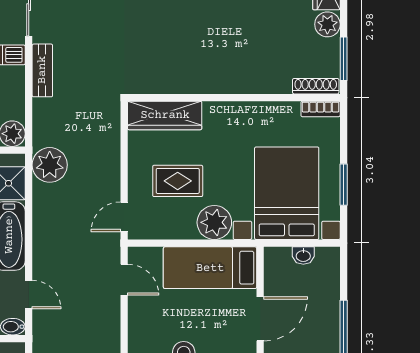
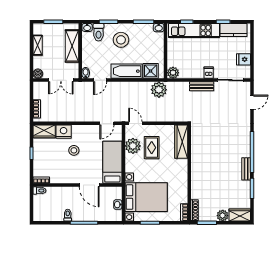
plant: (214, 222) -> (133, 146), moved

